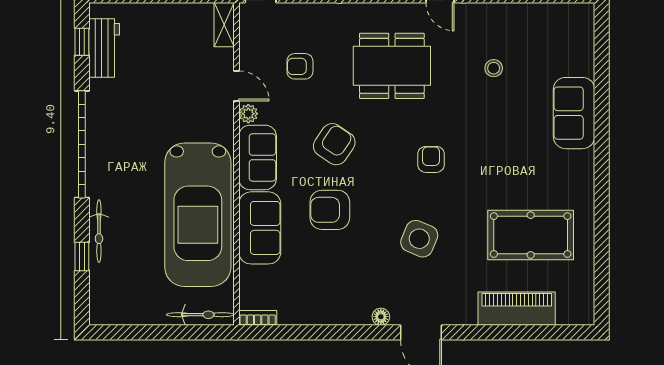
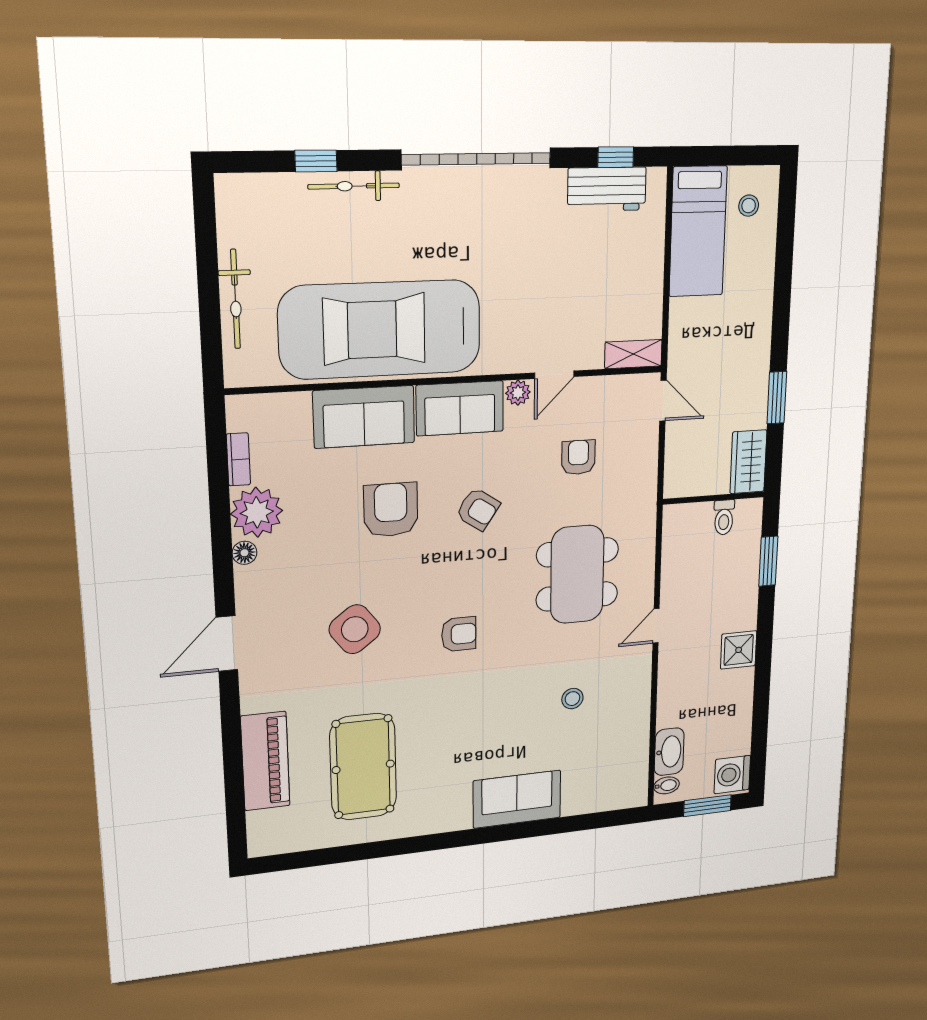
armchair: (334, 144) -> (478, 509), width x0.72, depth x0.72
side table: (419, 239) -> (355, 629), turned 30
plant: (324, 307) -> (257, 512), added
bicycle: (200, 315) -> (235, 299), moved
floor lamp: (381, 317) -> (244, 553), moved
bookcase: (258, 318) -> (238, 459), moved

